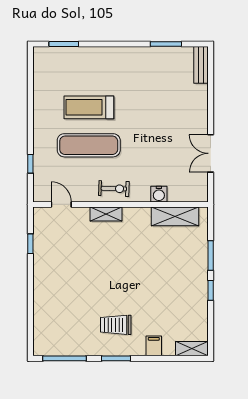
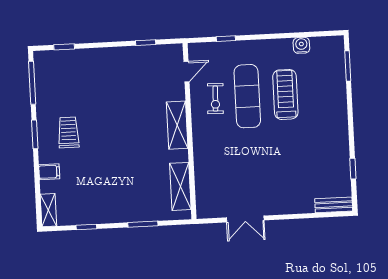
window: (166, 44) -> (353, 169), width x0.67
double door: (211, 153) -> (245, 219), swing flipped
exercise bike: (114, 189) -> (215, 99), moved
water cooler: (159, 194) -> (301, 45), moved, turned 90
shelving: (106, 214) -> (177, 125), width x1.50, depth x1.33
window: (211, 290) -> (86, 227), moved
window: (30, 325) -> (64, 47), added

